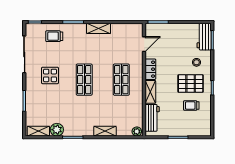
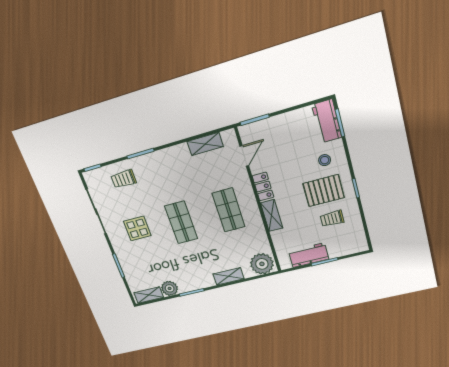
shelving: (99, 28) -> (205, 144), moved
workbench: (152, 118) -> (309, 255), moved, turned -90
plant: (137, 131) -> (262, 264), width x1.87, depth x1.87

